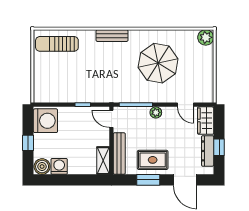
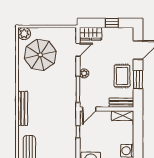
bench: (112, 36) -> (23, 108), width x1.36
parasol: (158, 63) -> (40, 55), moved
dresser: (208, 151) -> (115, 32), removed
bench: (119, 154) -> (121, 103), width x0.73

